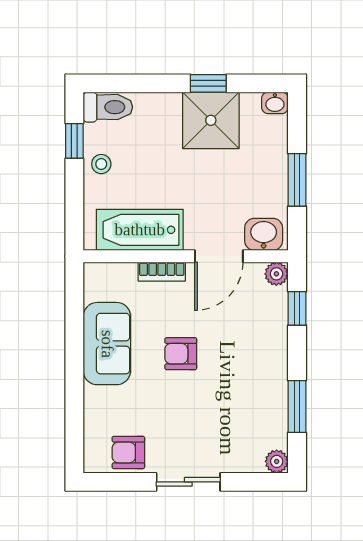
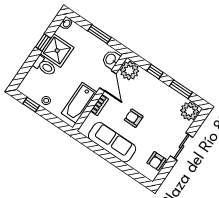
toilet: (108, 107) -> (45, 66), moved, turned 90
plant: (276, 274) -> (129, 71), width x1.87, depth x1.87
window: (297, 308) -> (155, 72), moved
sofa: (107, 344) -> (112, 142), width x1.36
armchair: (181, 354) -> (134, 118), turned 90
plant: (277, 461) -> (190, 111), width x1.88, depth x1.88

